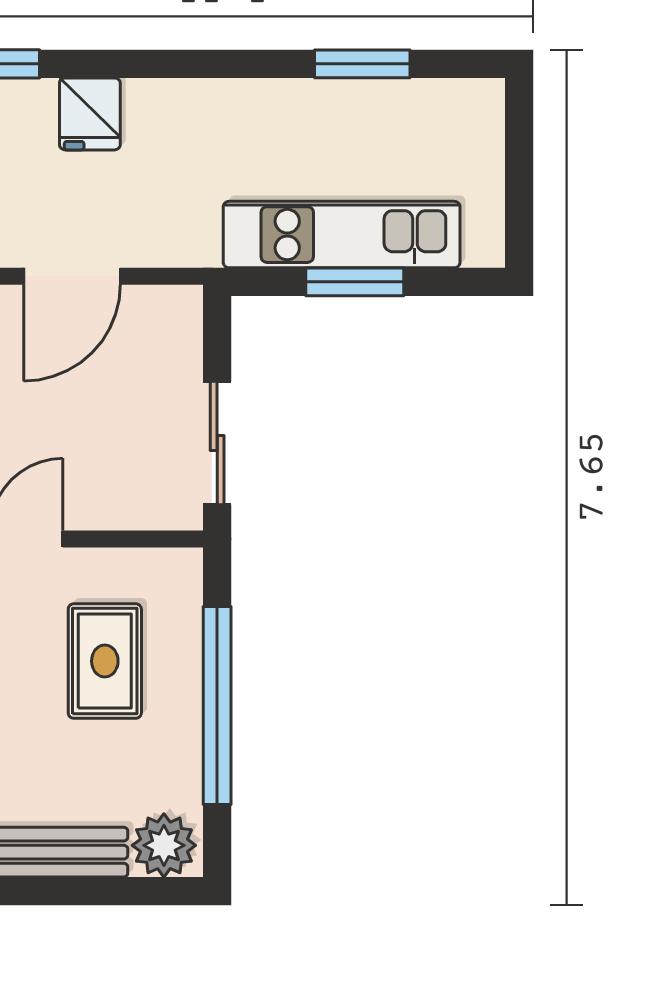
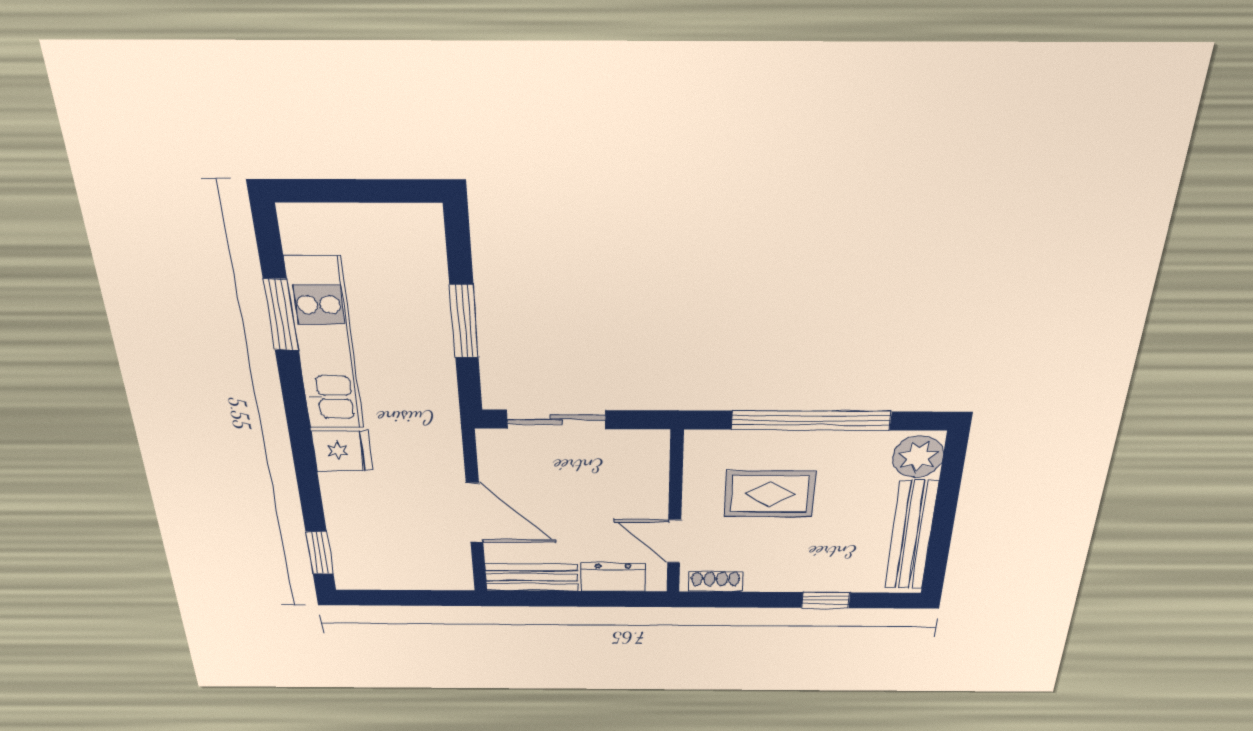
fridge: (90, 114) -> (342, 451), moved
kitchen unit: (342, 235) -> (325, 345), moved, turned 180
sliding door: (217, 443) -> (556, 419), moved

